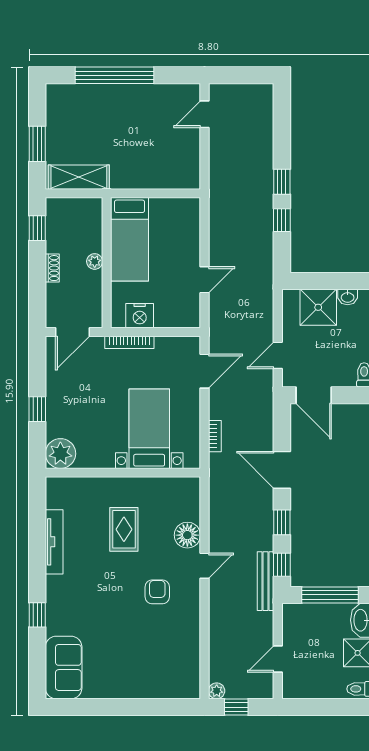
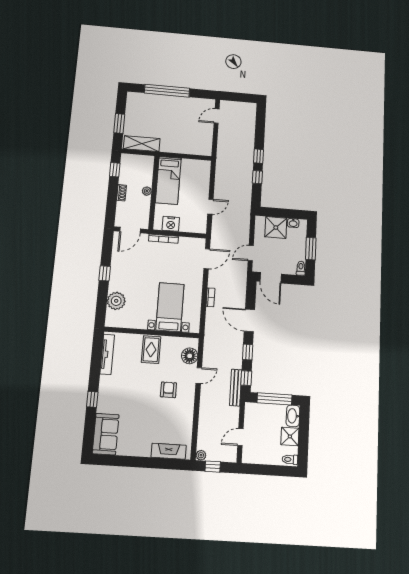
bed with nightstands: (149, 429) -> (170, 307), moved
wall: (123, 473) -> (152, 332), moved
fireplace: (165, 688) -> (169, 451), added

